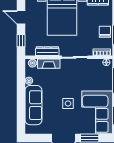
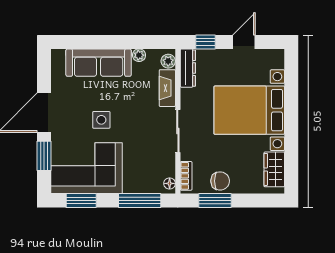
dresser: (47, 51) -> (188, 68), moved

